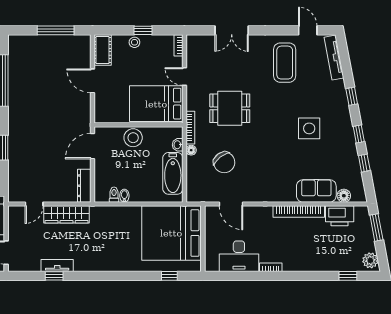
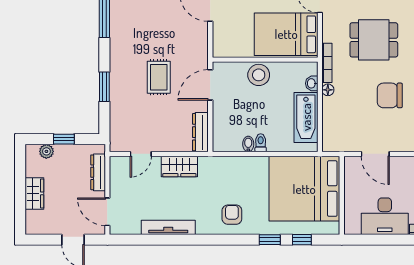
rug: (49, 140) -> (159, 77), added
chair: (224, 162) -> (390, 95), moved, turned 128
toilet: (114, 195) -> (261, 143), moved
wardrobe: (67, 214) -> (179, 166), width x0.67
armchair: (111, 255) -> (232, 215), added
tv unit: (57, 266) -> (168, 227), width x1.41
window: (54, 276) -> (270, 240), moved

